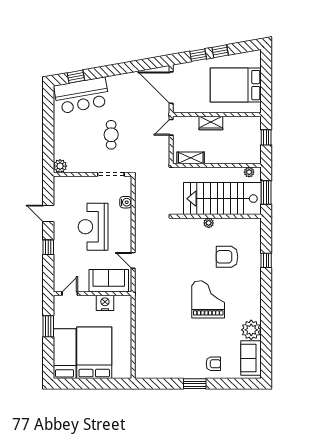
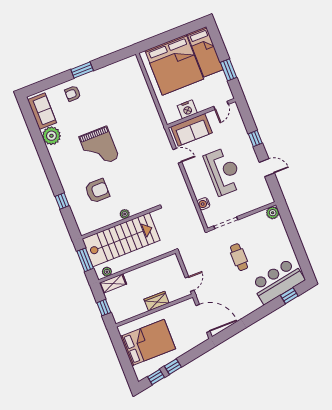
window: (198, 55) -> (156, 377), moved
shelving: (191, 158) -> (113, 283), moved
bed: (94, 353) -> (174, 65), width x1.36

